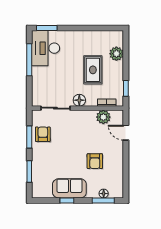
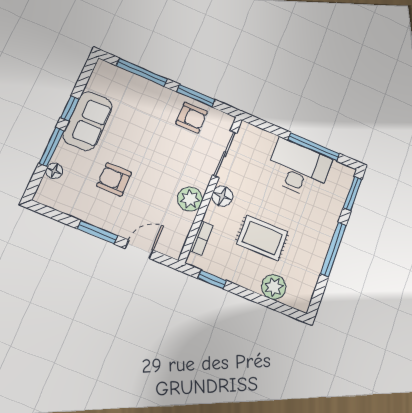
window: (83, 28) -> (333, 250), added
desk: (46, 48) -> (299, 168), moved
plant: (103, 117) -> (190, 199), moved
window: (126, 158) -> (98, 232), added
window: (29, 172) -> (142, 72), width x1.44
window: (103, 200) -> (52, 147), moved

